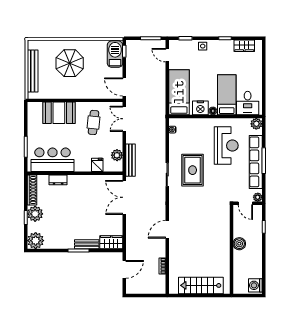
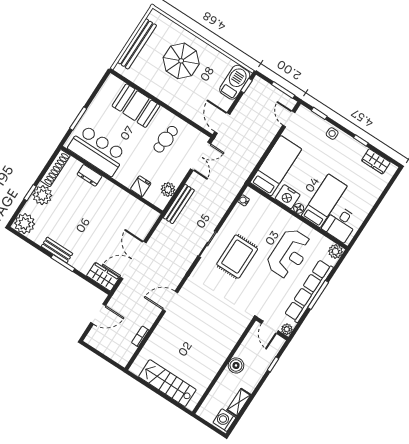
double door: (124, 119) -> (201, 156), swing flipped
double door: (124, 197) -> (133, 260), moved
bench: (87, 244) -> (57, 250), moved
shelving: (257, 267) -> (239, 402), added

